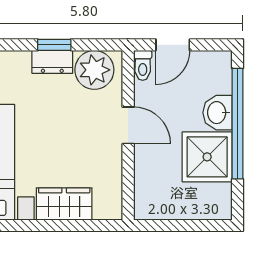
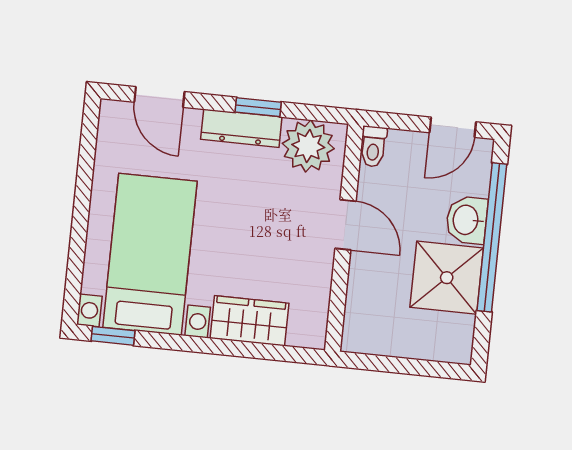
door: (173, 45) -> (453, 127), moved
dresser: (52, 62) -> (241, 128), width x1.44

